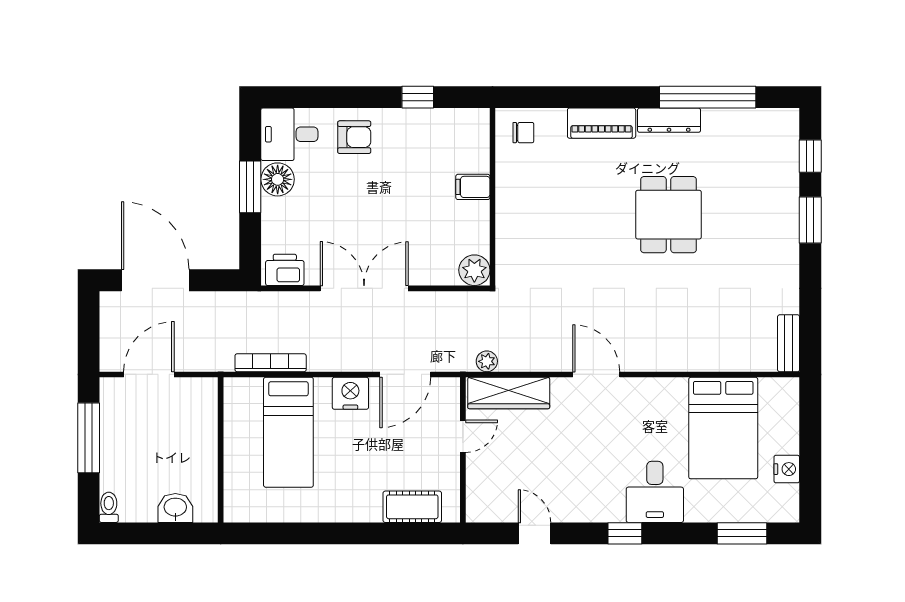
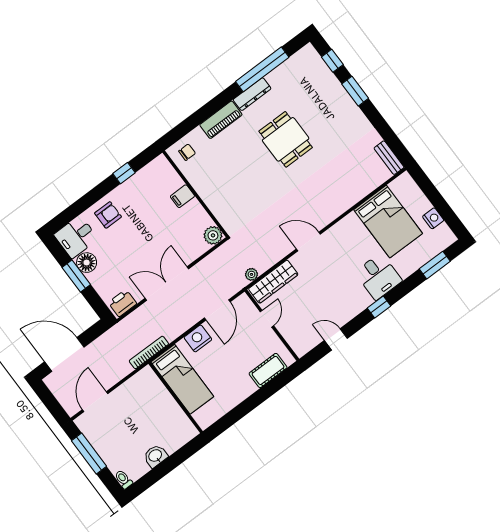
wall: (221, 450) -> (176, 397), moved

